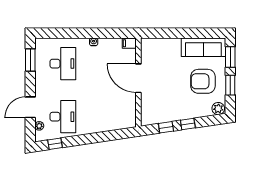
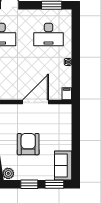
sofa: (203, 47) -> (63, 165), width x0.73
armchair: (203, 81) -> (28, 144), moved

